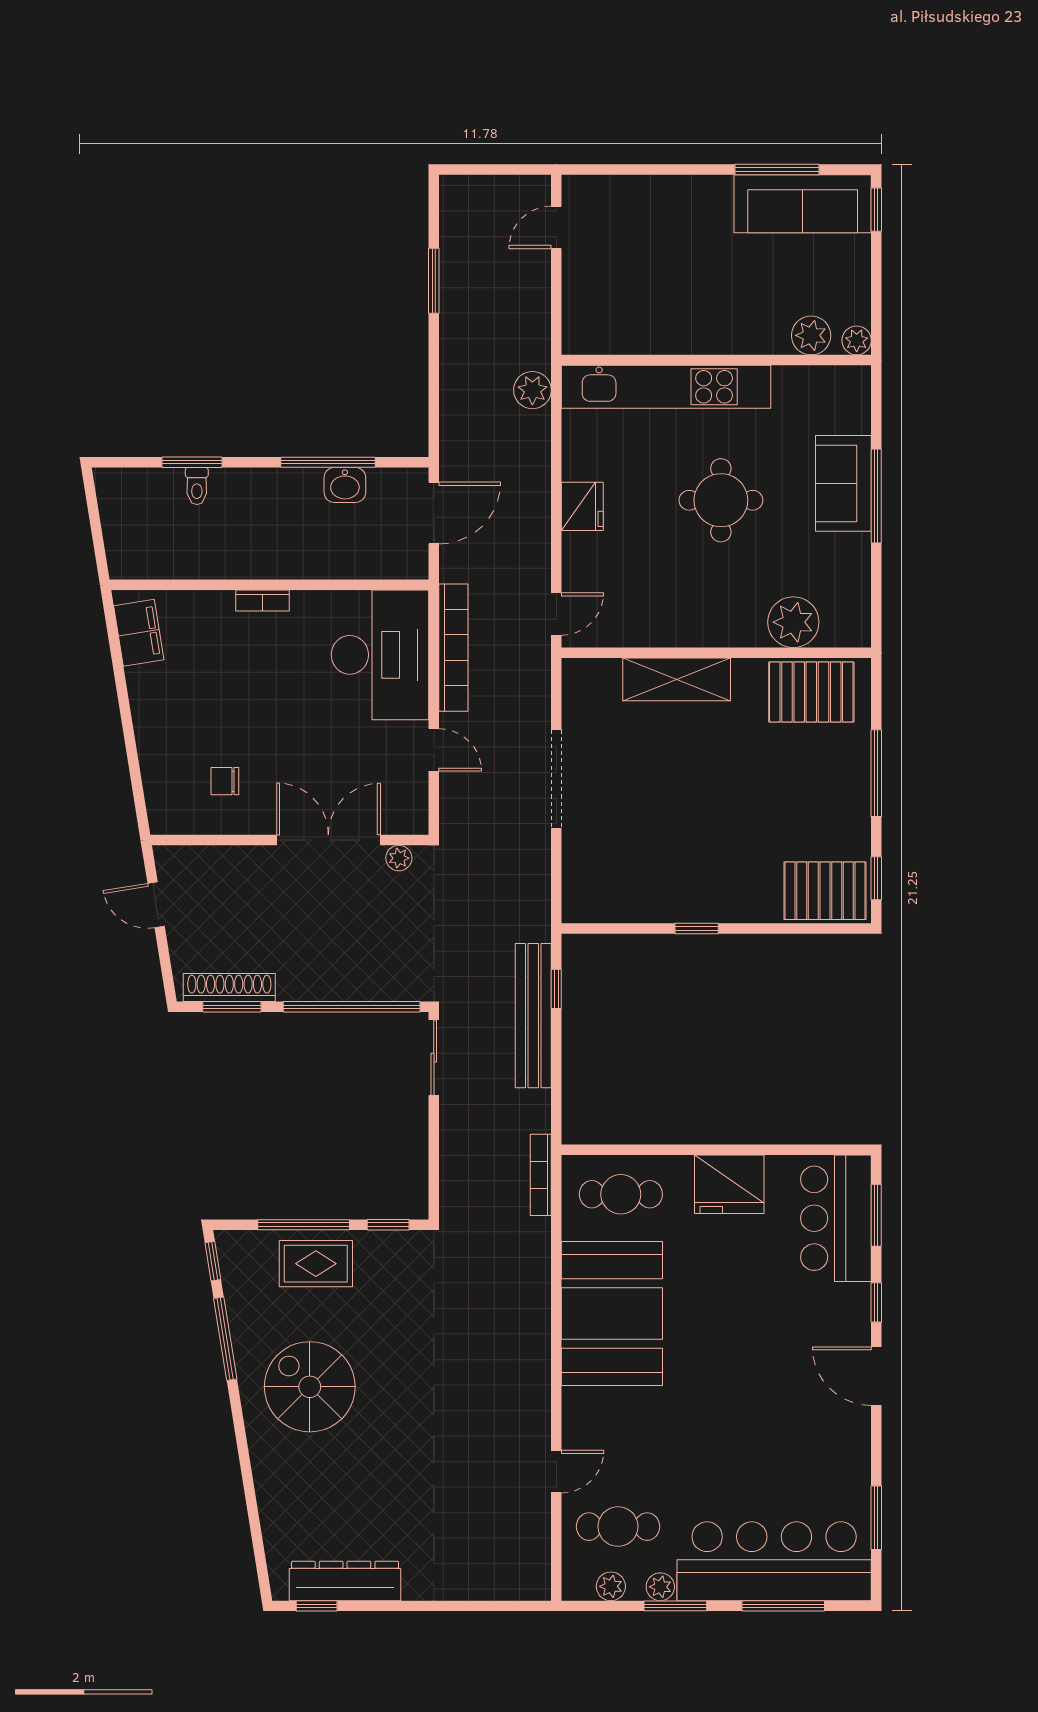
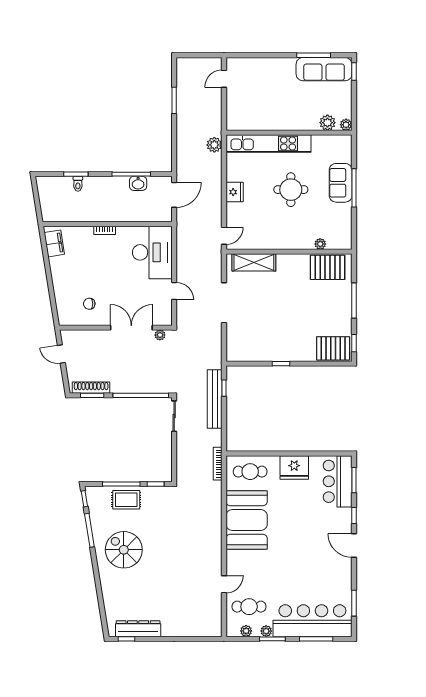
plant: (793, 622) -> (320, 244), width x0.53, depth x0.53
bookcase: (453, 648) -> (182, 250), removed
shelving: (677, 679) -> (254, 262), moved

